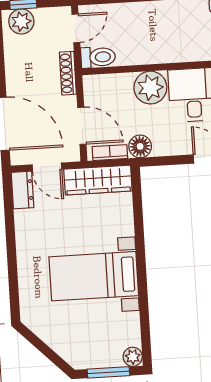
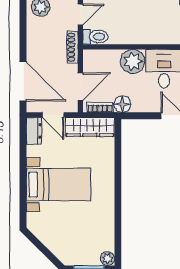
door: (82, 126) -> (80, 86), hinge flipped
bed with nightstands: (94, 276) -> (59, 185), moved, turned 180

